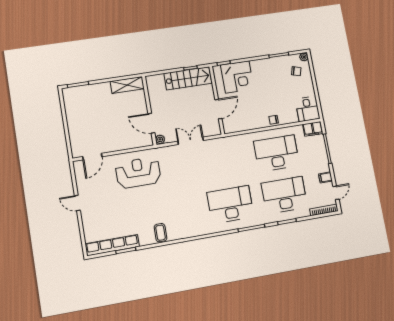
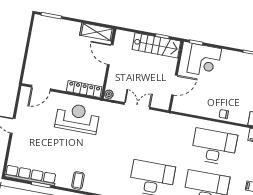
door: (151, 123) -> (110, 55), moved
locker: (135, 143) -> (84, 89), added

